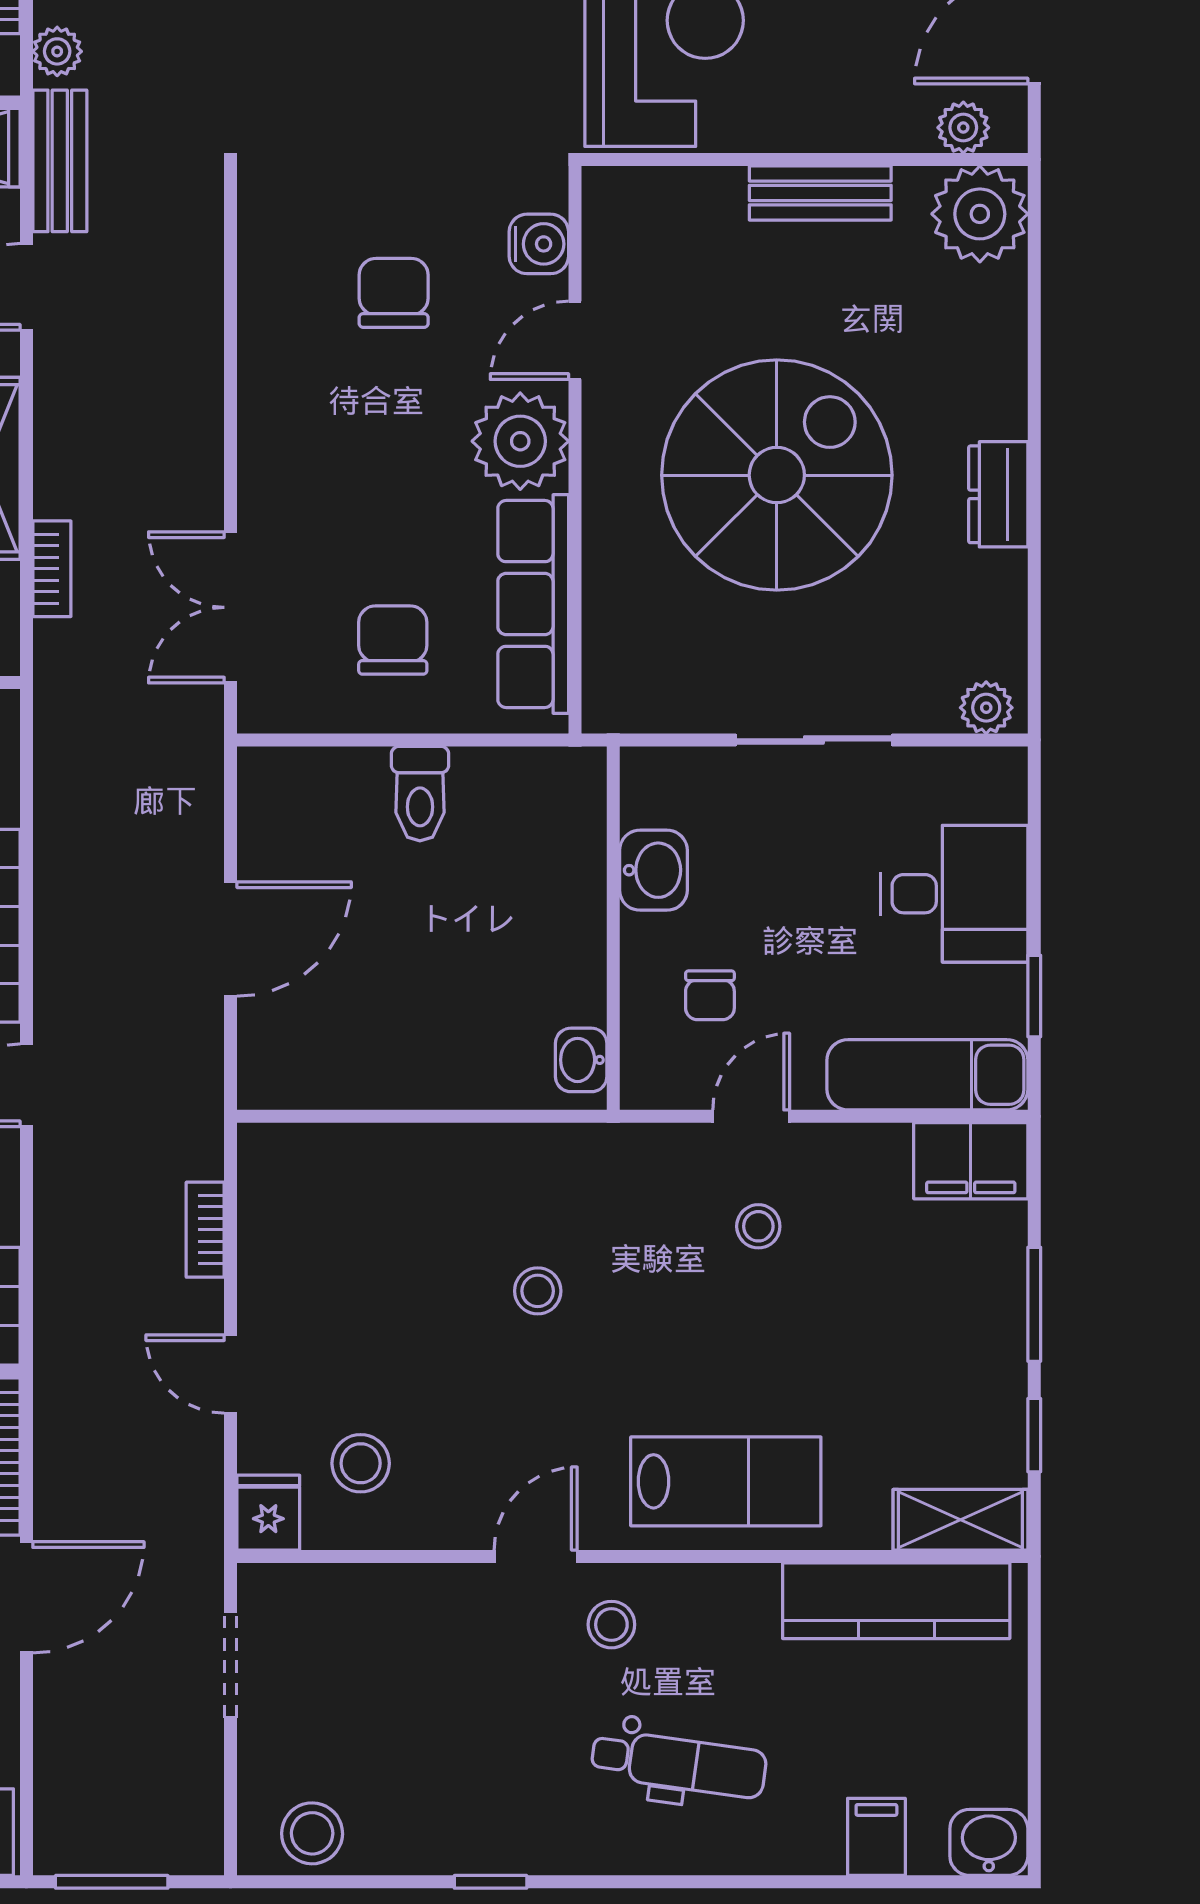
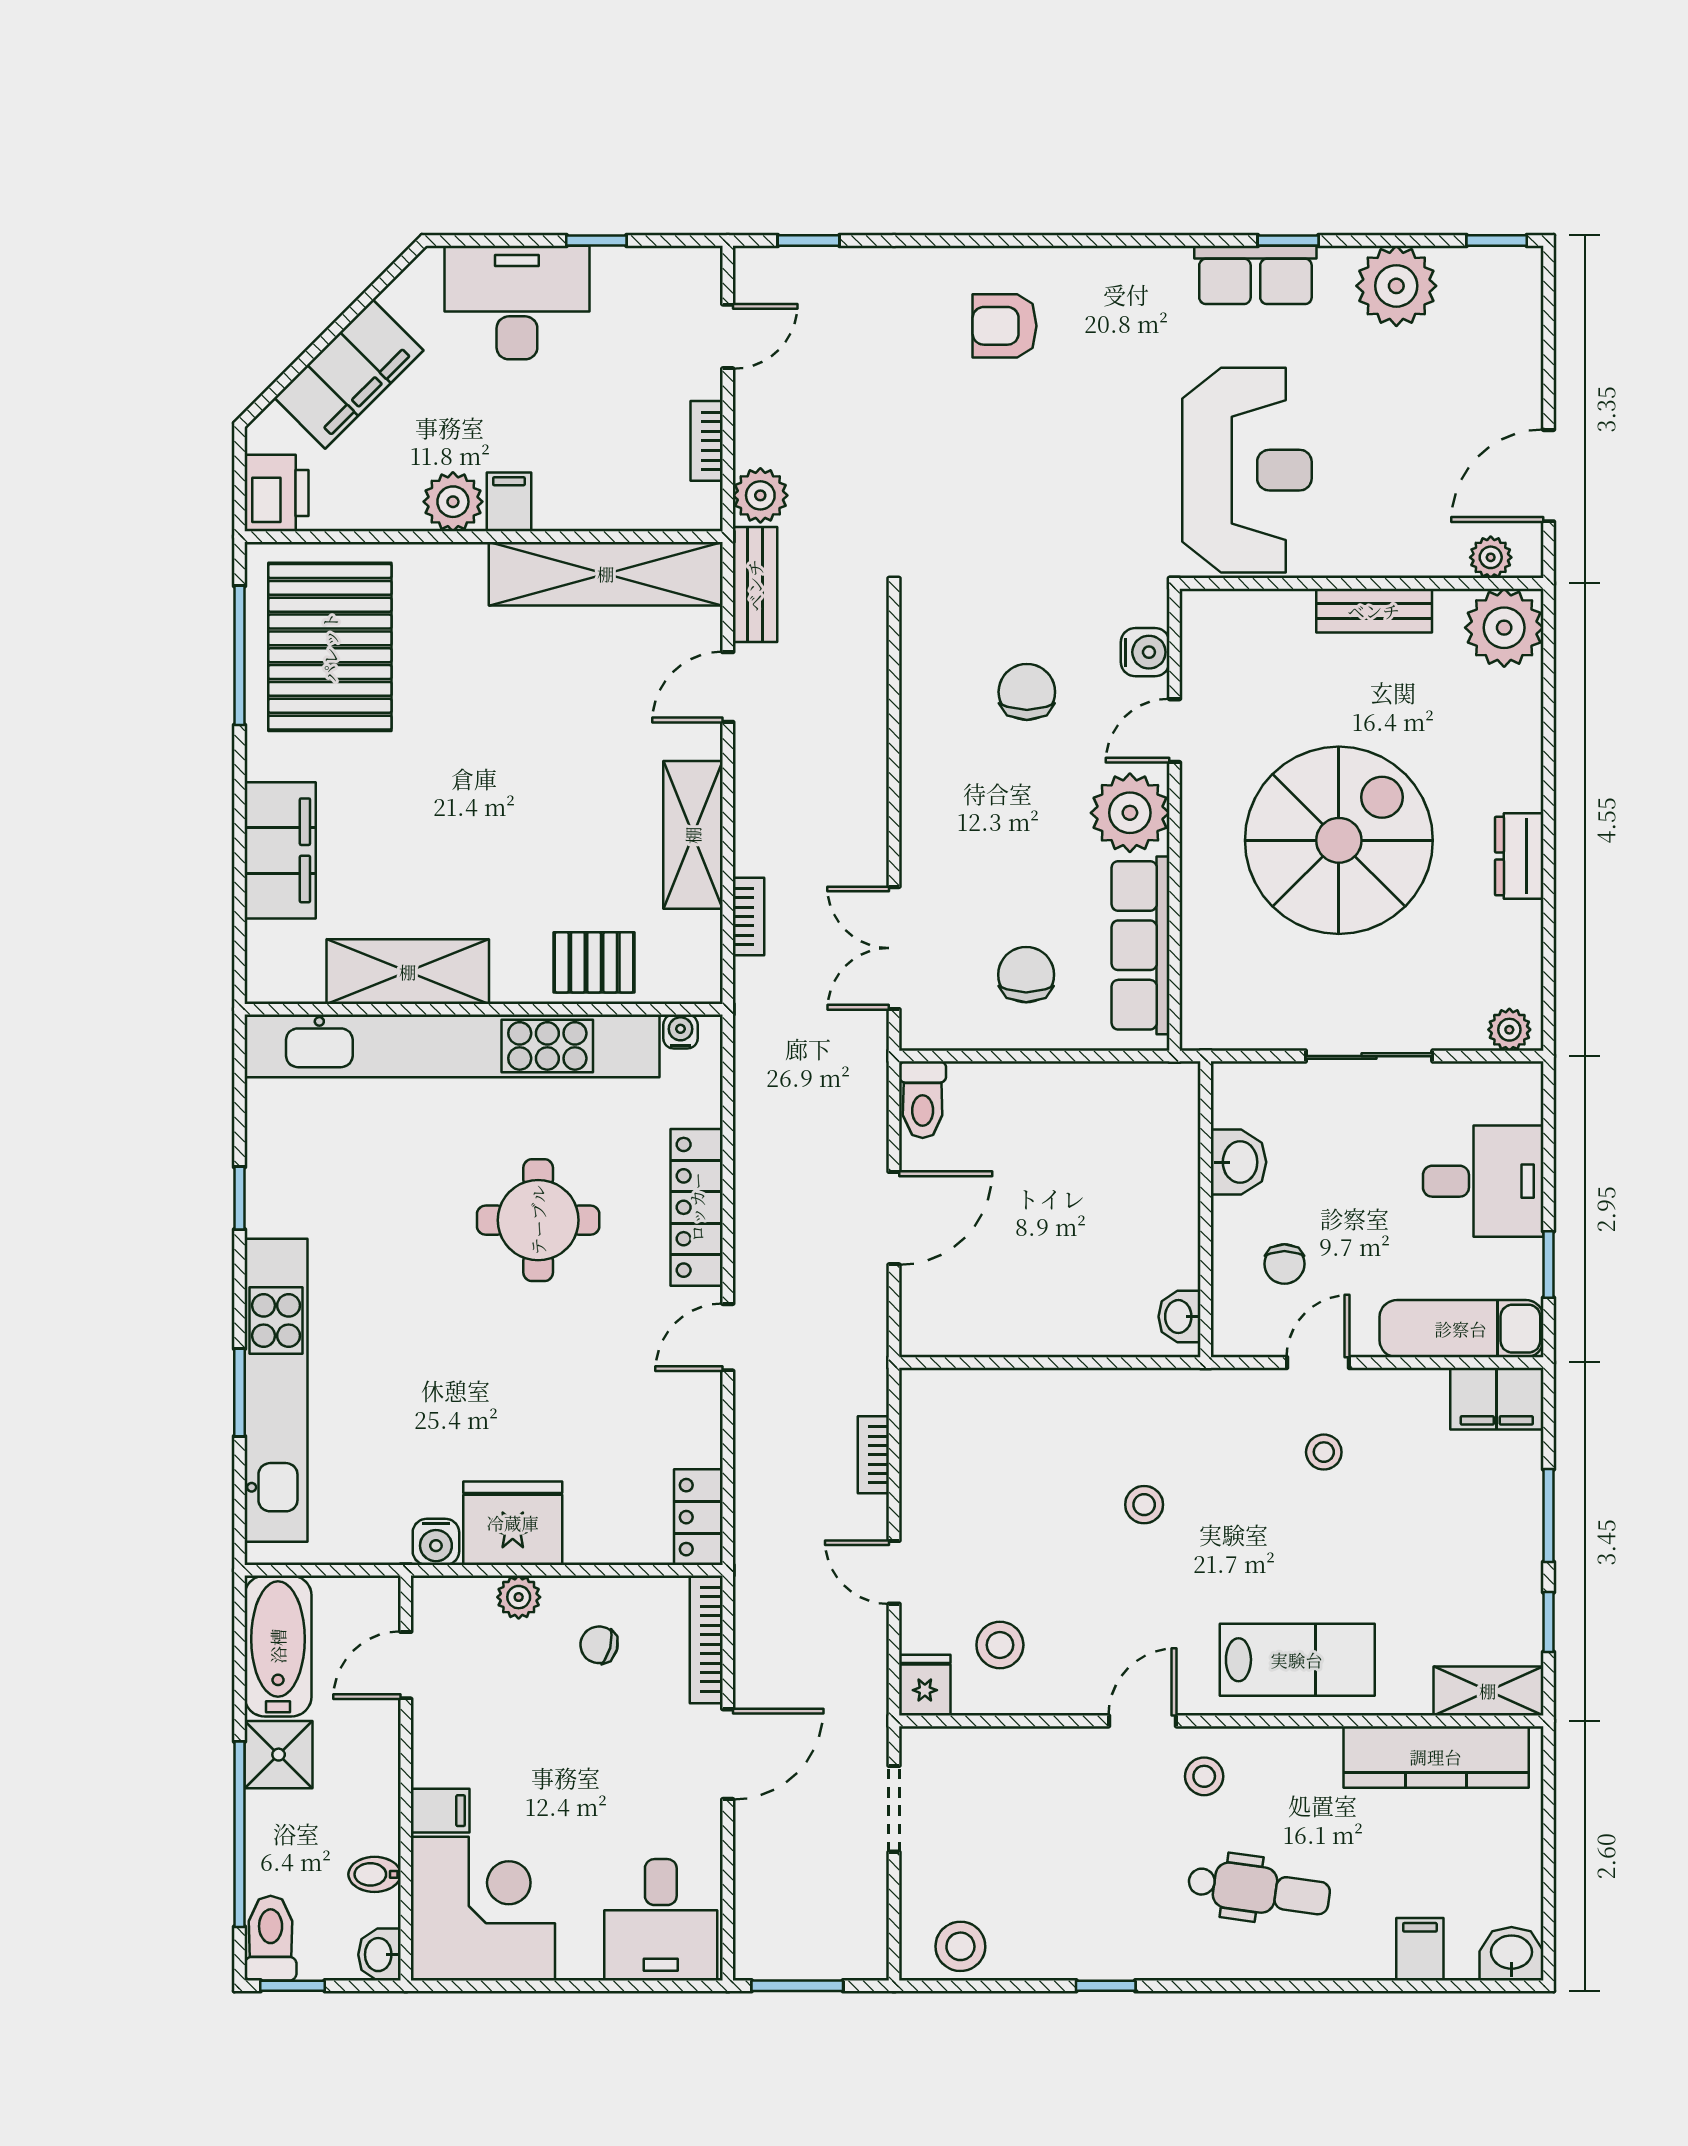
plant: (57, 51) -> (760, 495), width x1.38, depth x1.38
toilet: (420, 794) -> (923, 1100), moved

